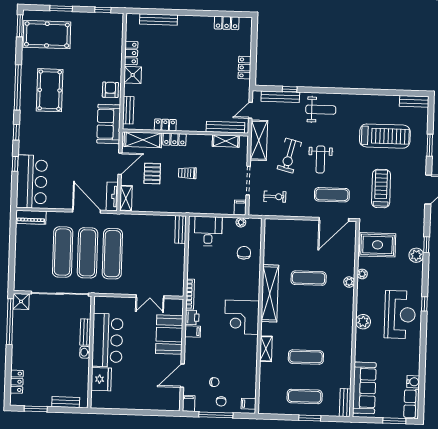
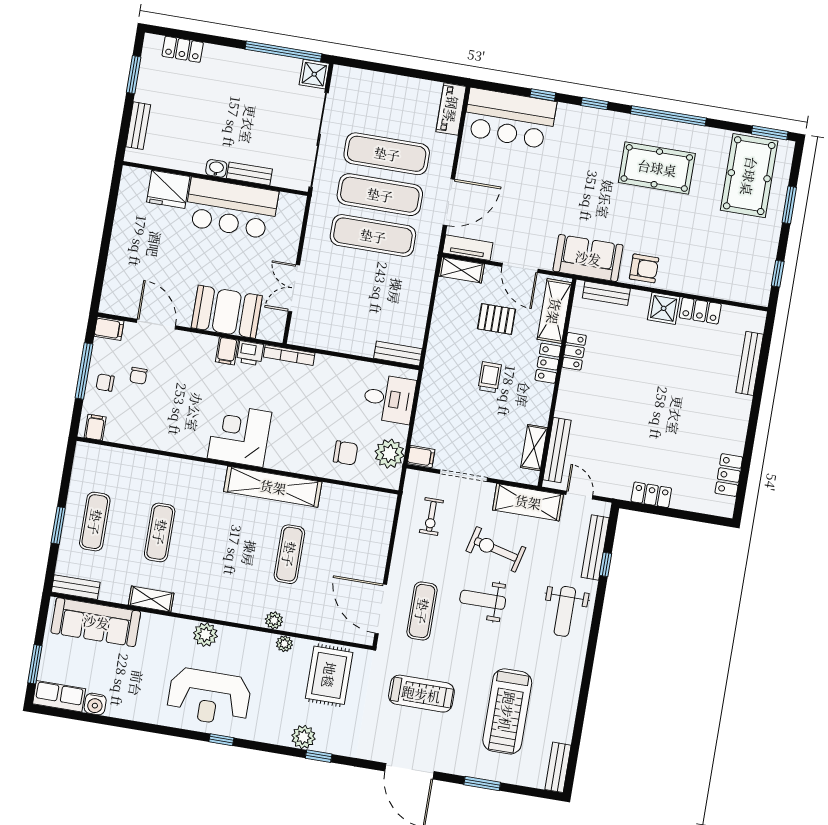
plant: (241, 222) -> (389, 454), width x1.88, depth x1.88
shelving: (266, 349) -> (151, 599), moved

